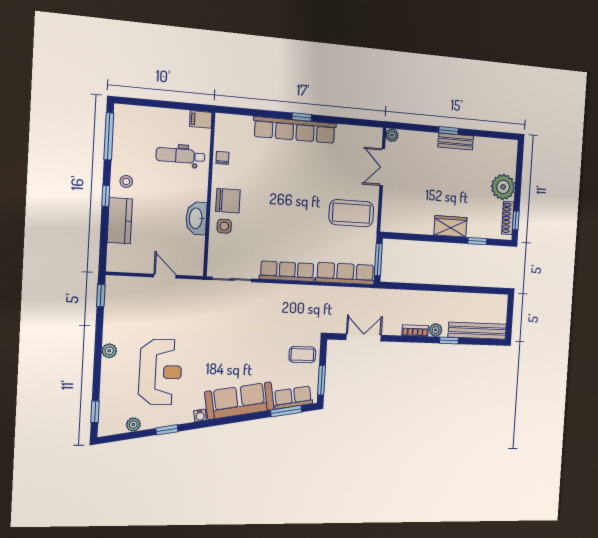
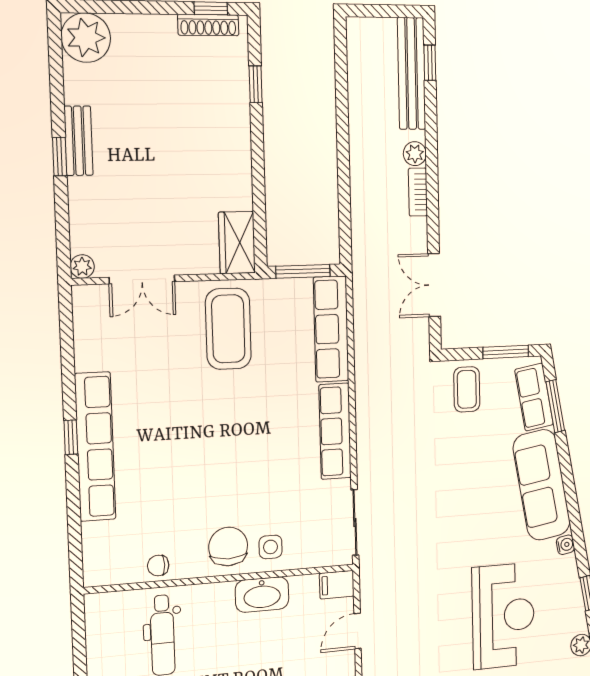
filing cabinet: (201, 119) -> (337, 585), moved, turned 90
plant: (503, 187) -> (86, 38), moved
wardrobe: (450, 226) -> (237, 243), moved
window: (449, 341) -> (430, 63), moved
reception desk: (160, 372) -> (503, 616), turned 90

